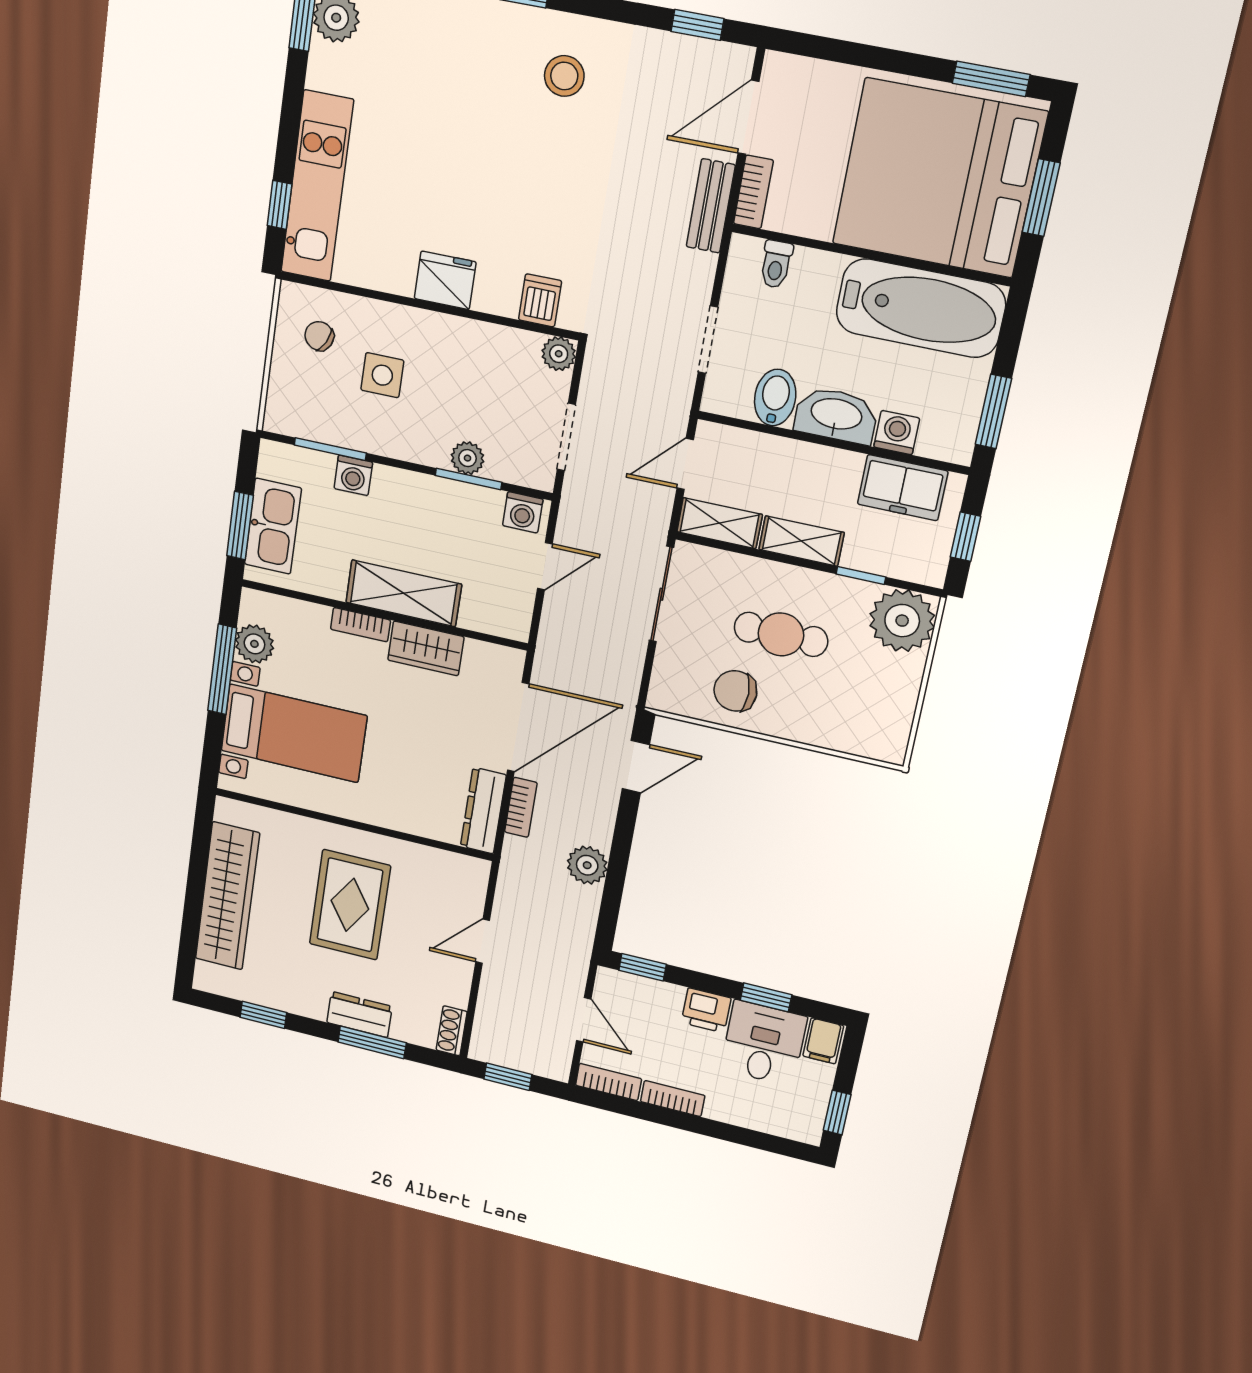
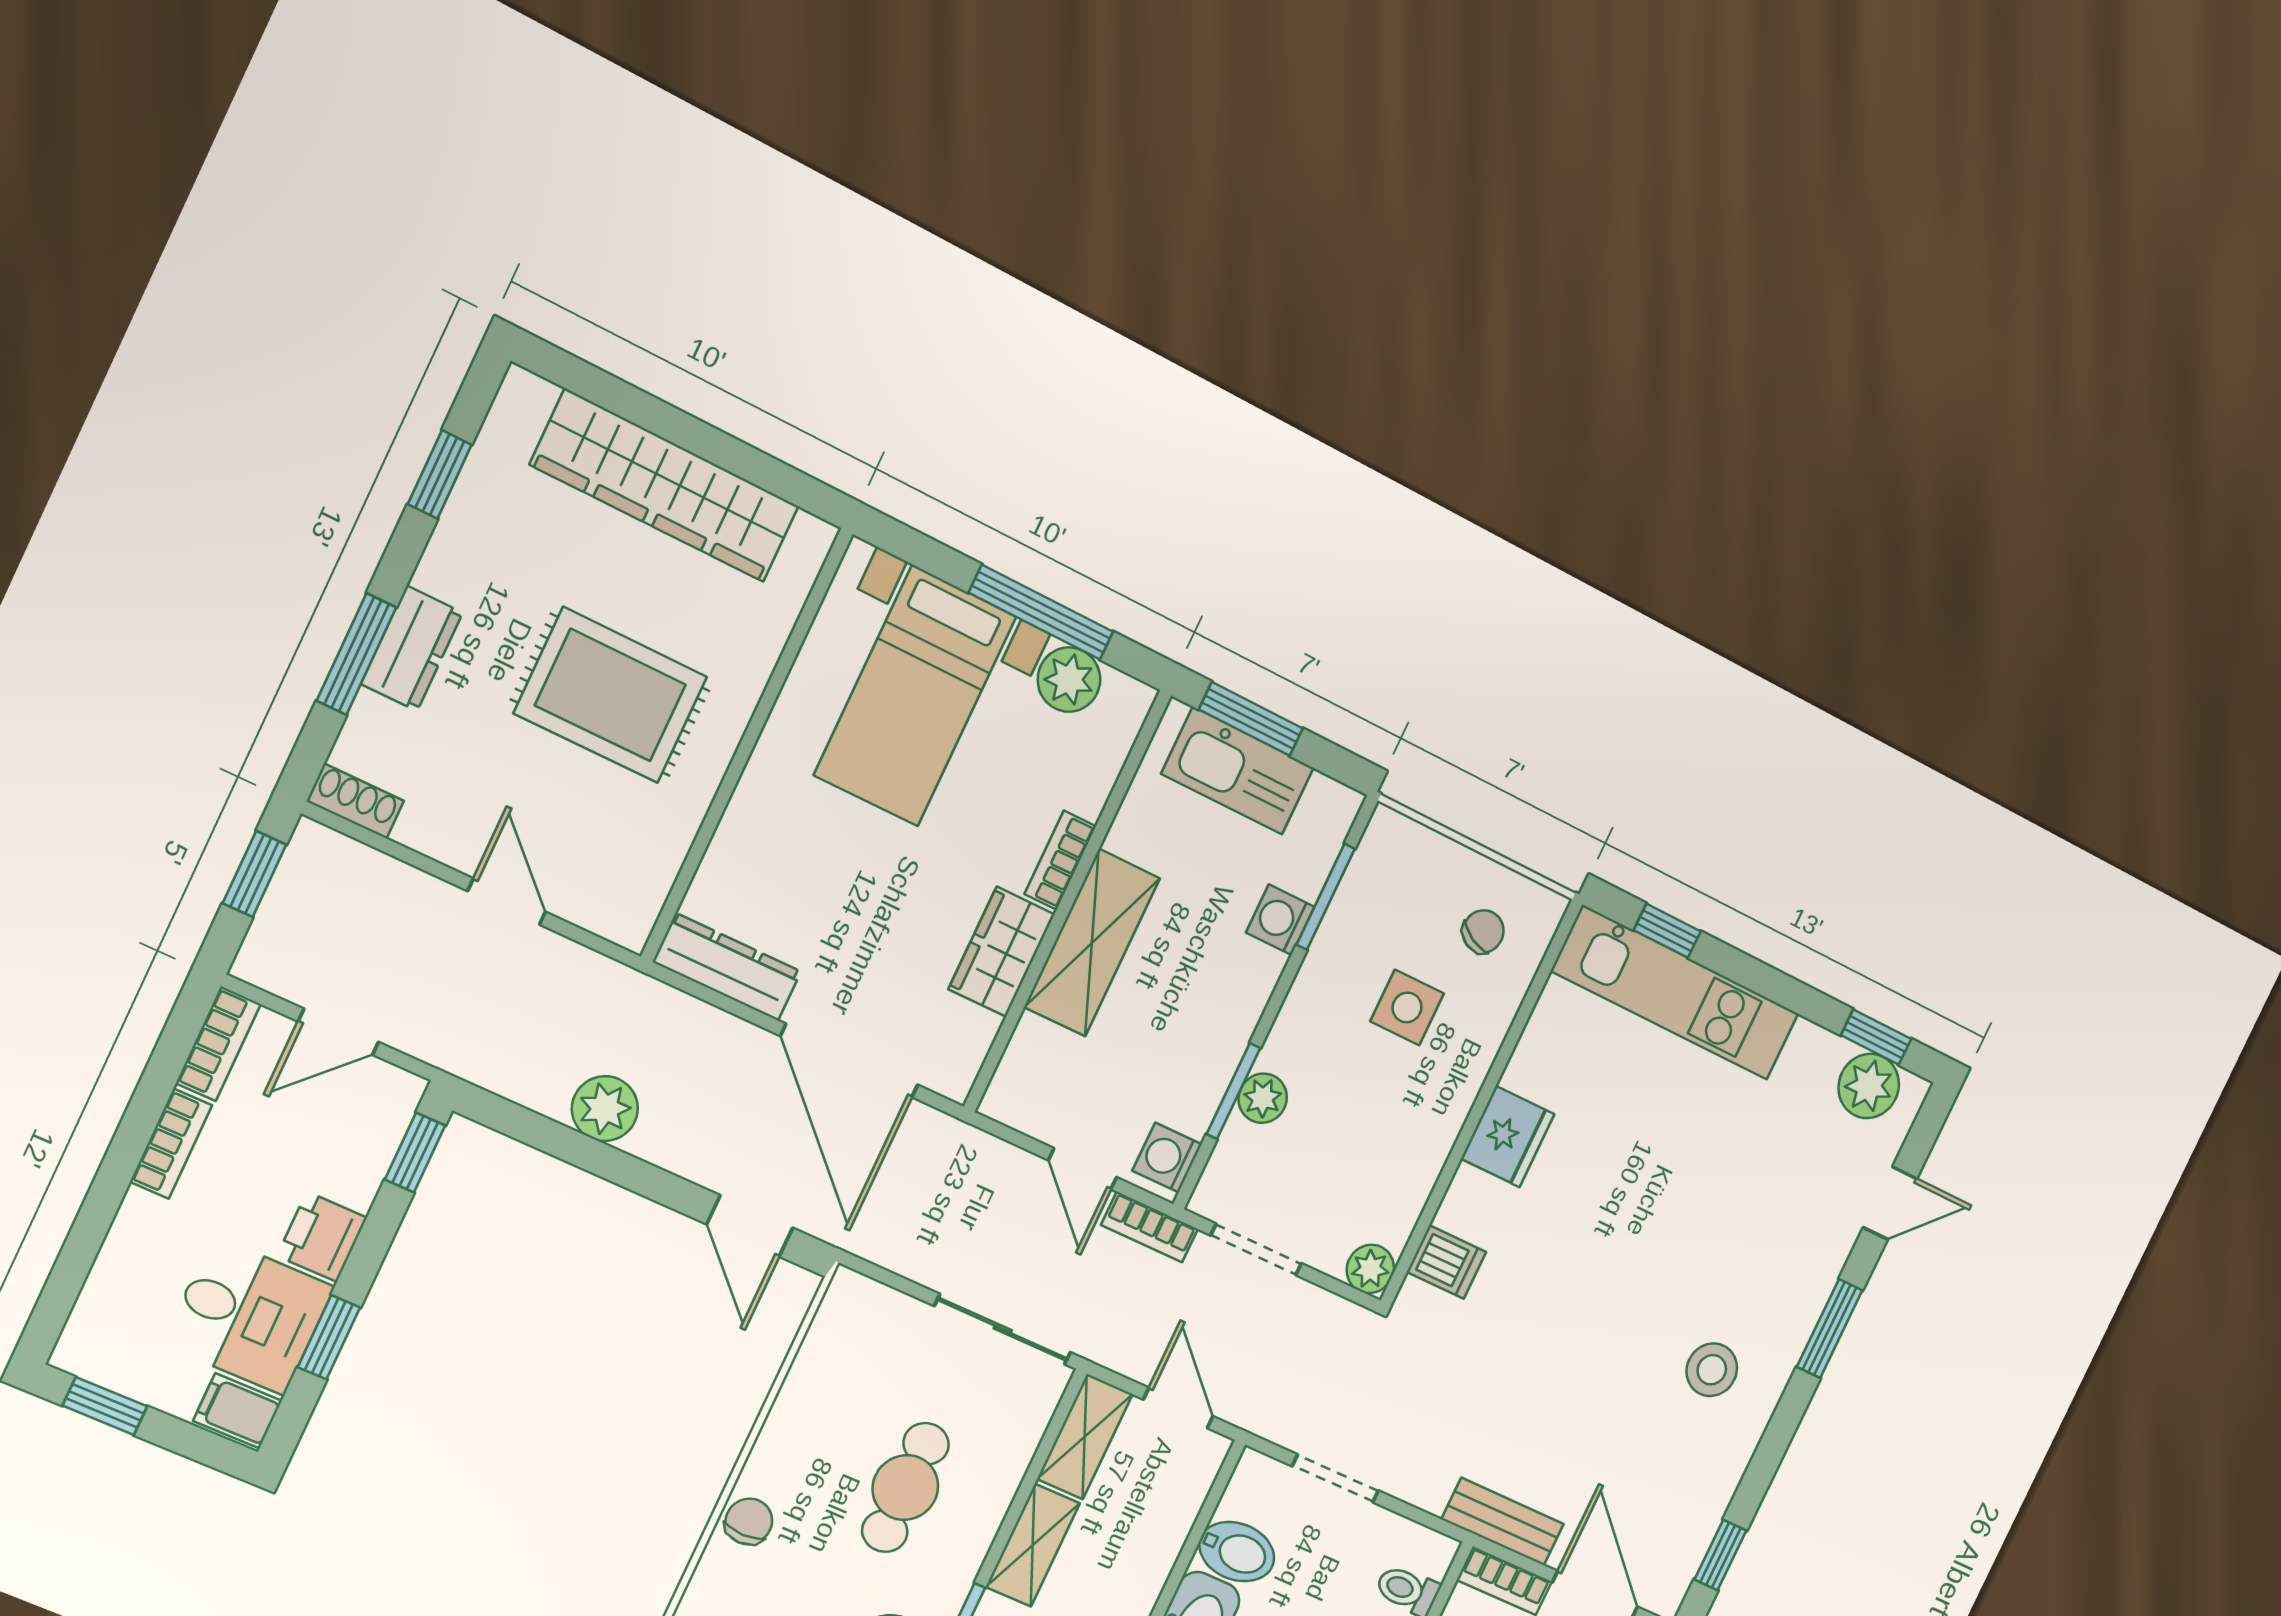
chair: (735, 691) -> (749, 1521), moved, width x0.73, depth x0.73
bookcase: (521, 807) -> (1150, 1227), moved

